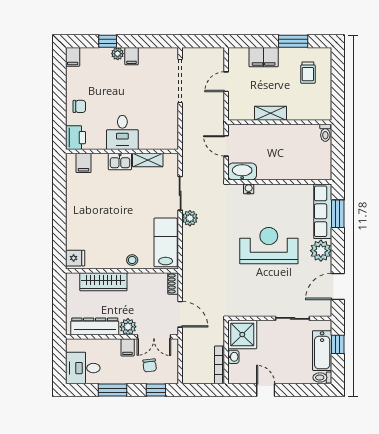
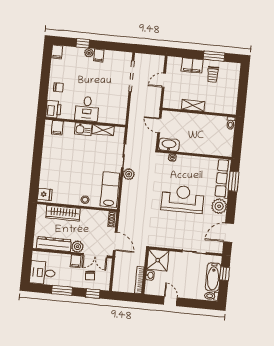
trolley: (308, 73) -> (213, 74), moved

